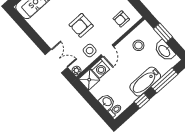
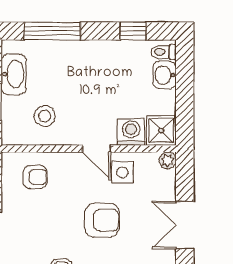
door: (107, 51) -> (97, 149), swing flipped
double door: (56, 61) -> (185, 225), moved
bathtub: (145, 82) -> (82, 55), removed
window: (142, 101) -> (133, 31), moved

